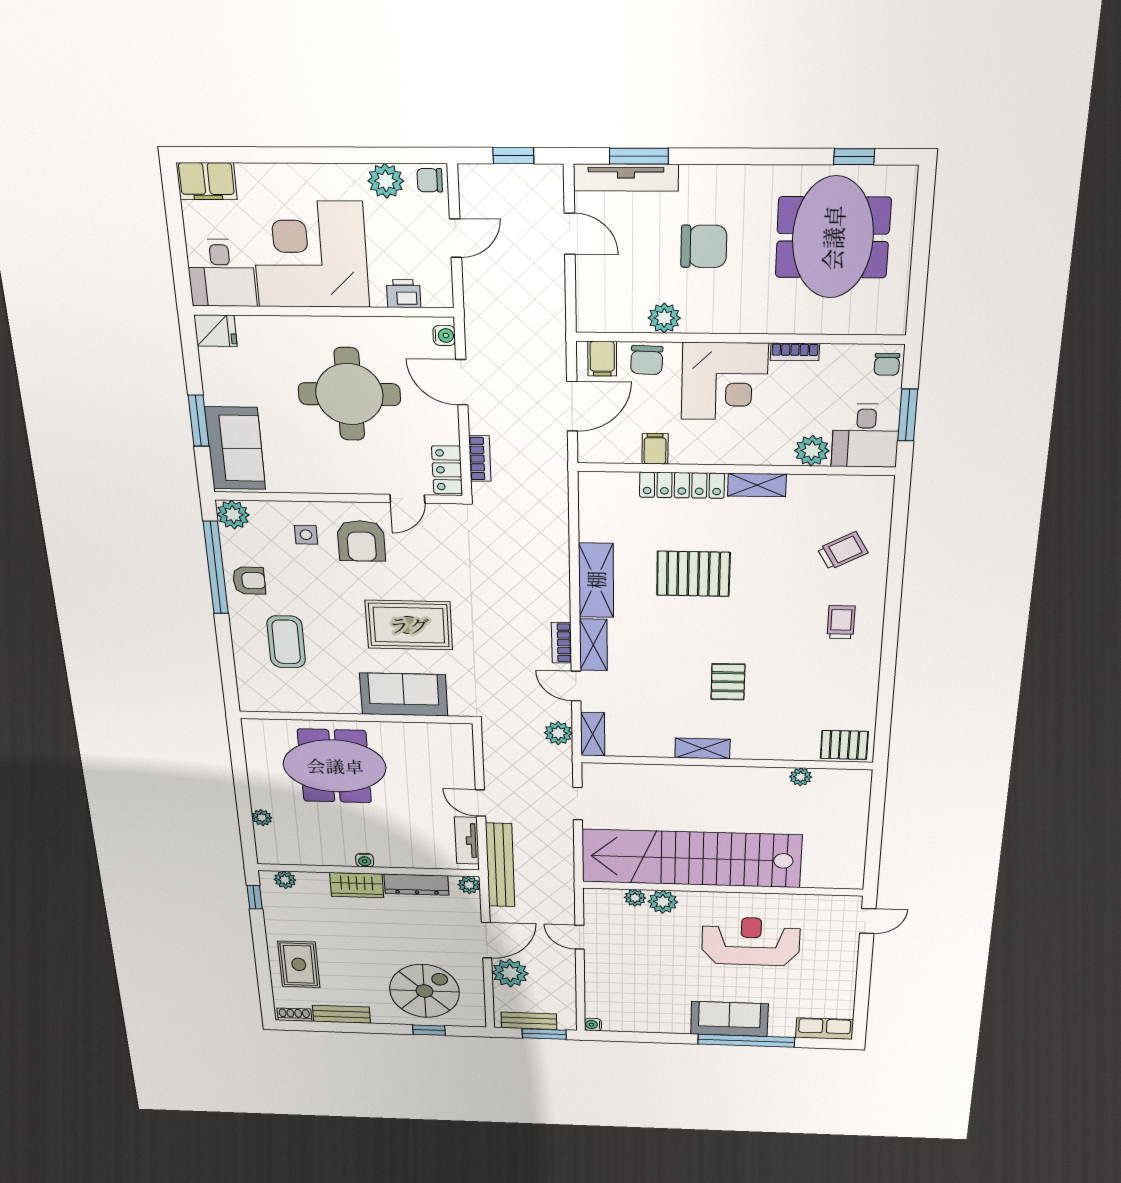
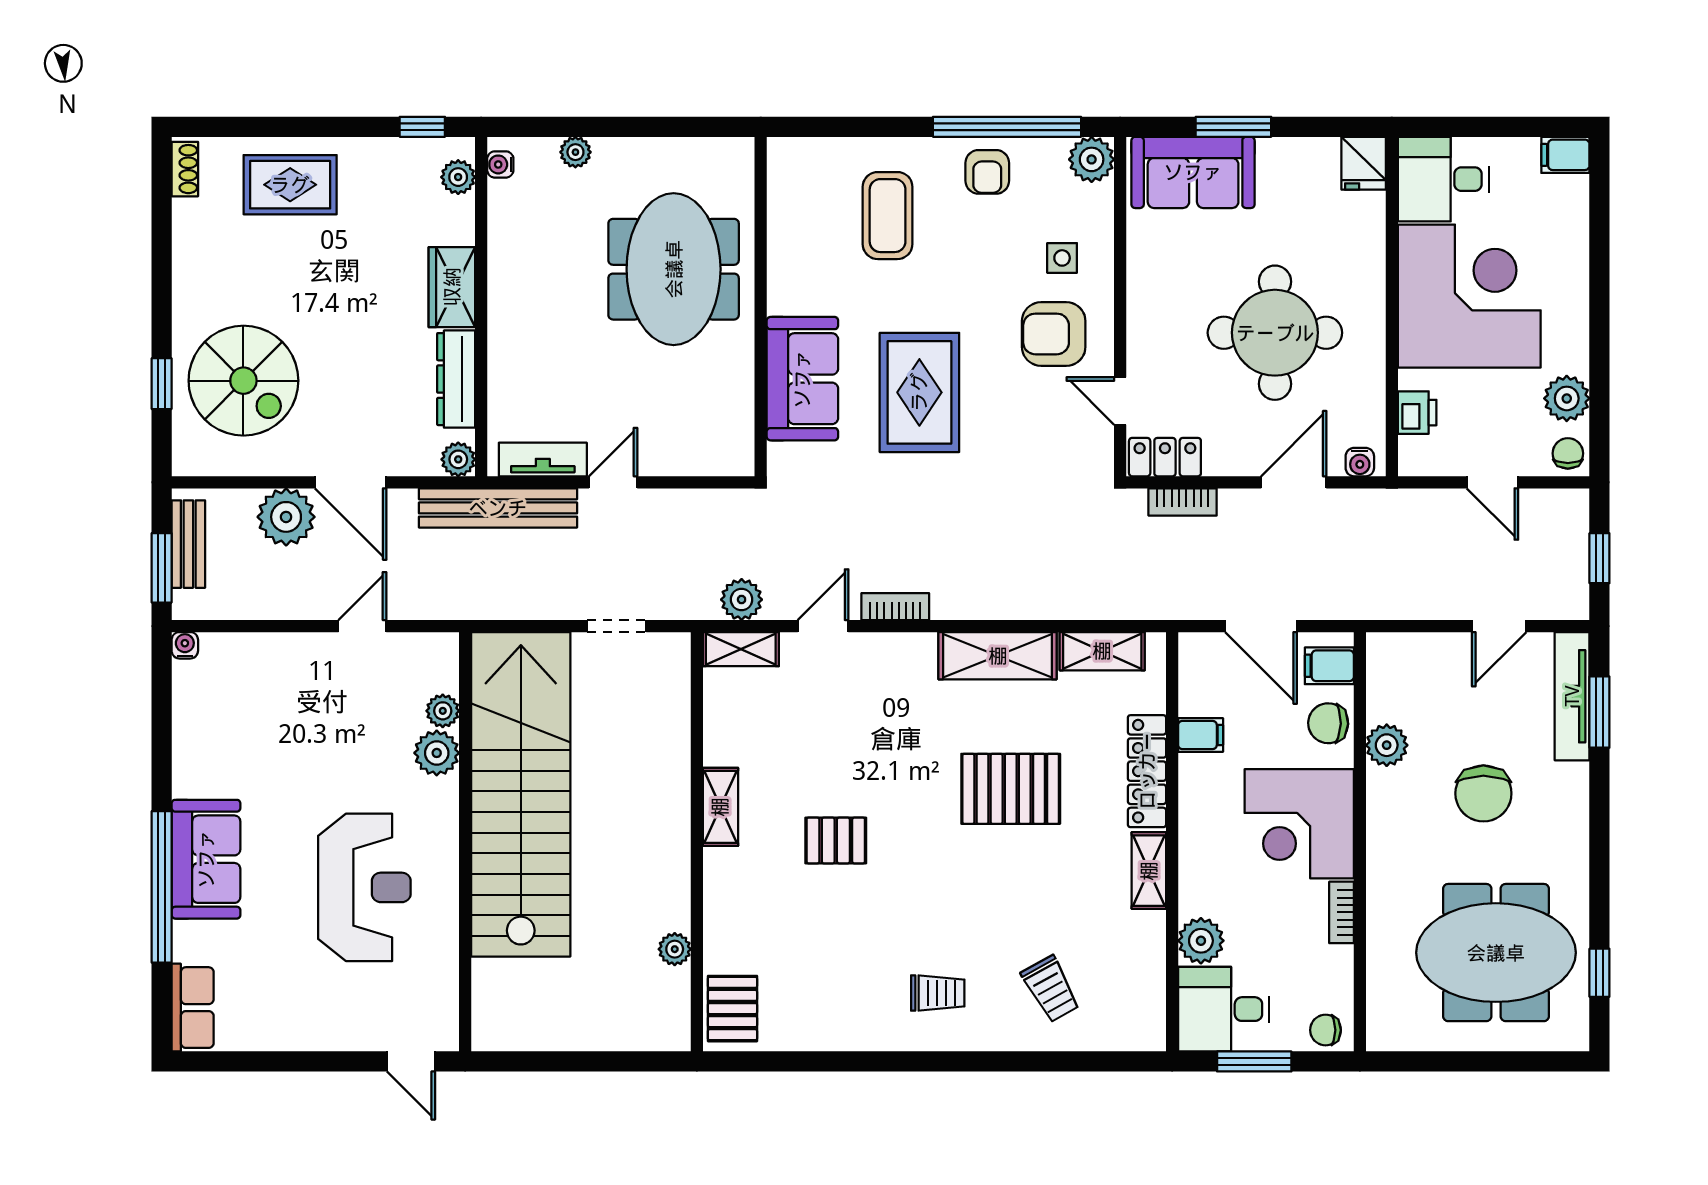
filing cabinet: (207, 181) -> (1565, 155), width x0.50
pallet: (693, 574) -> (1011, 789), turned 90
coffee table: (286, 642) -> (888, 216), turned 90
shelving: (593, 645) -> (1102, 651), moved
water cooler: (365, 860) -> (500, 164), moved
bench: (341, 1014) -> (189, 245), removed

